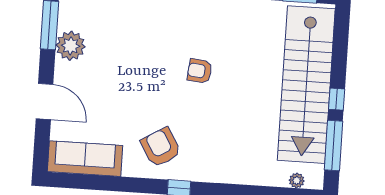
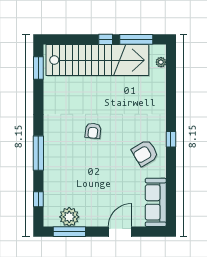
plant: (71, 46) -> (69, 217), moved

